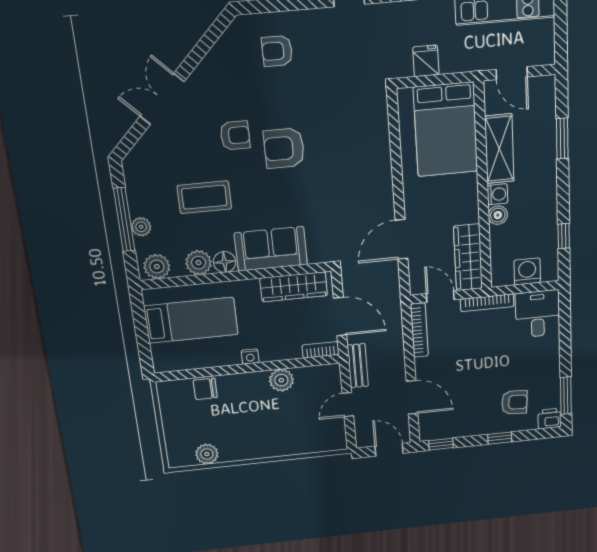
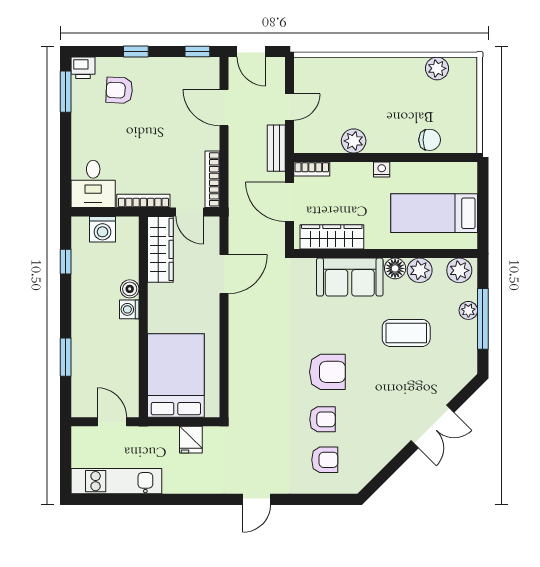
armchair: (235, 135) -> (322, 419), moved, turned 180
shelving: (499, 149) -> (126, 353), removed

